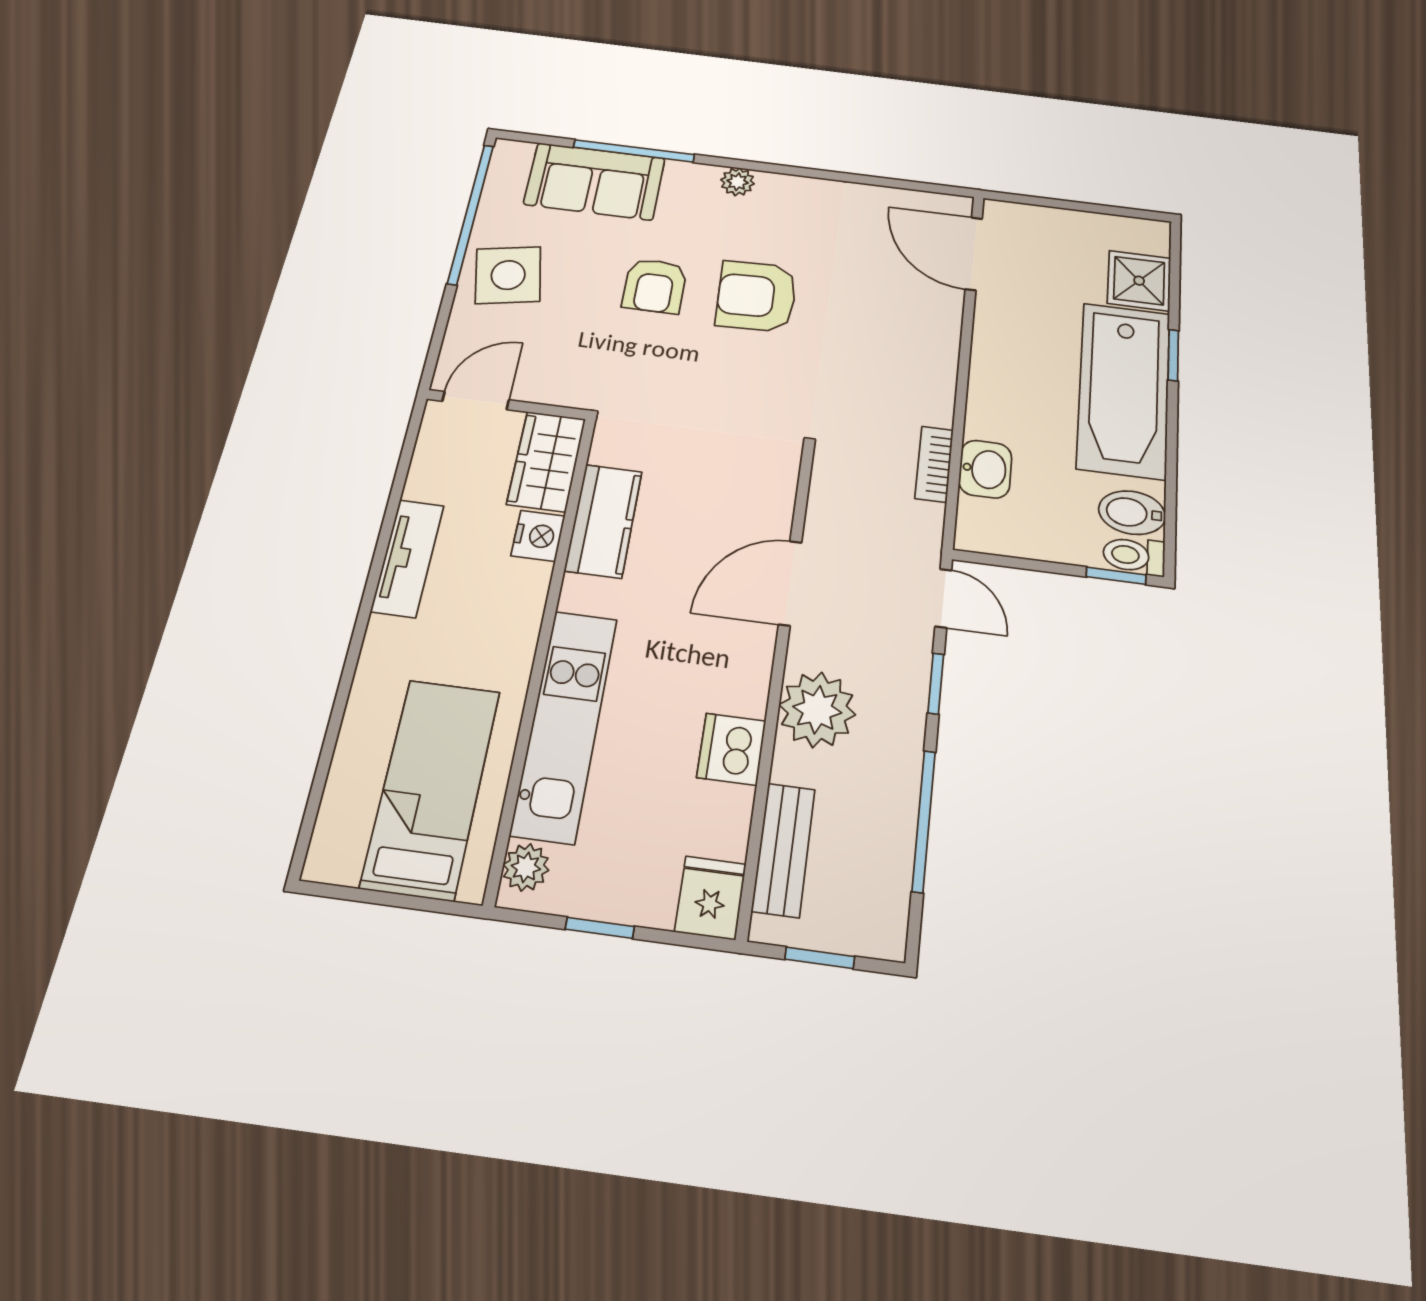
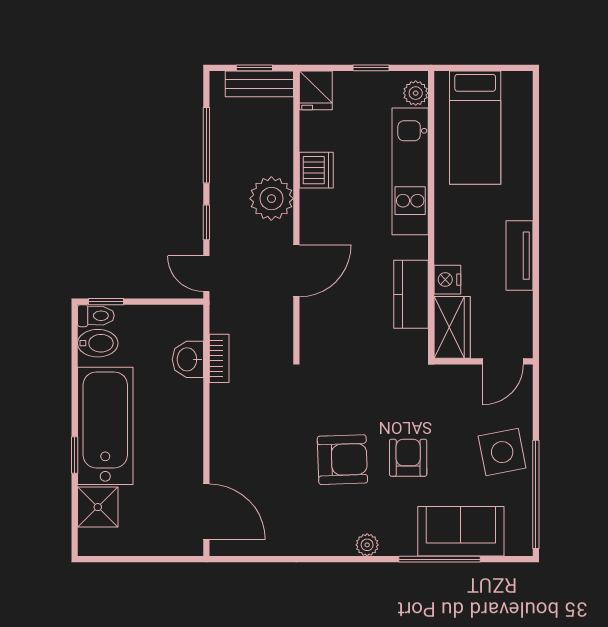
bench: (784, 850) -> (259, 84), moved, turned 90

